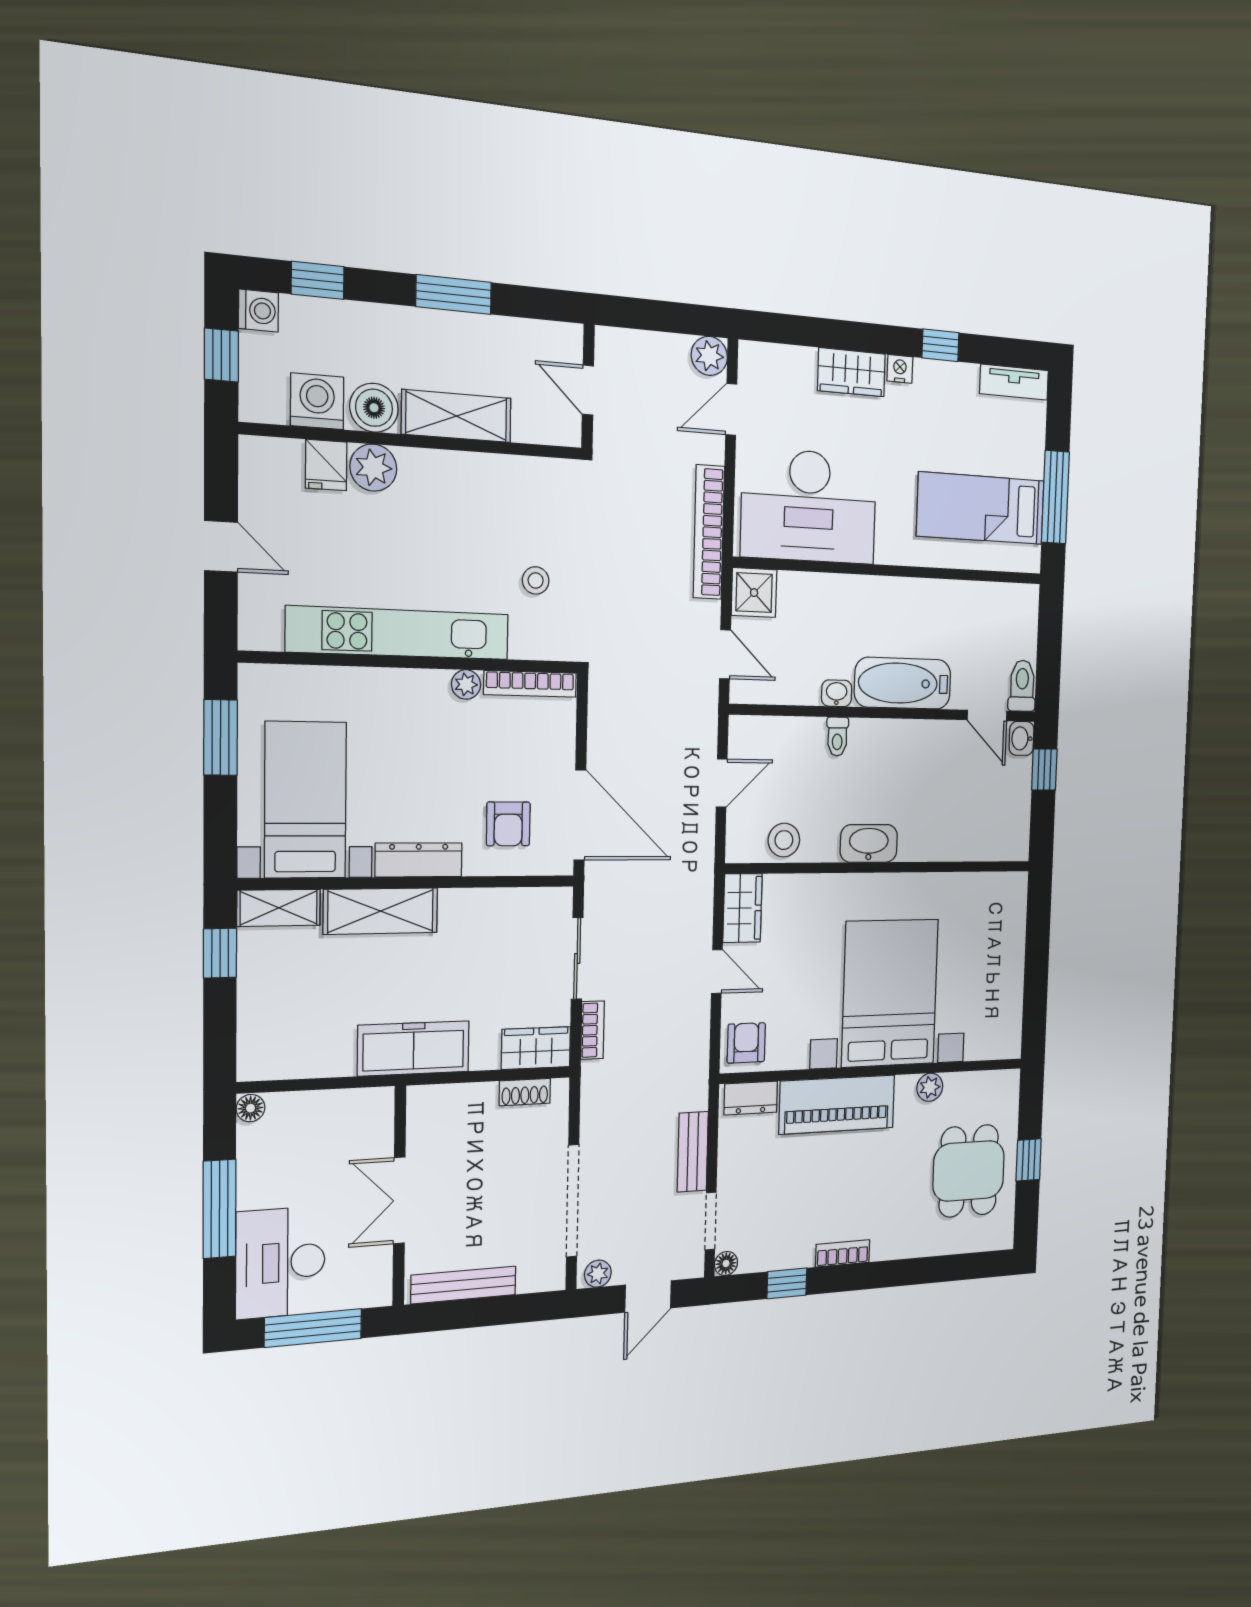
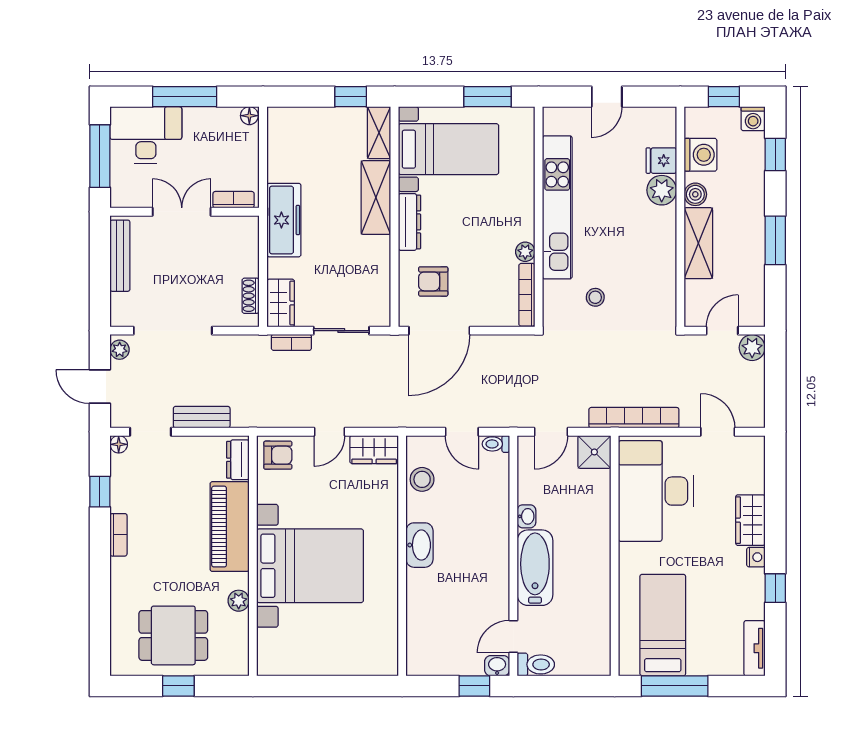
plant: (709, 356) -> (752, 348), moved
boiler: (374, 408) -> (695, 194), width x0.73, depth x0.73
toilet: (837, 736) -> (496, 444), moved
bookcase: (382, 1125) -> (234, 200), added

